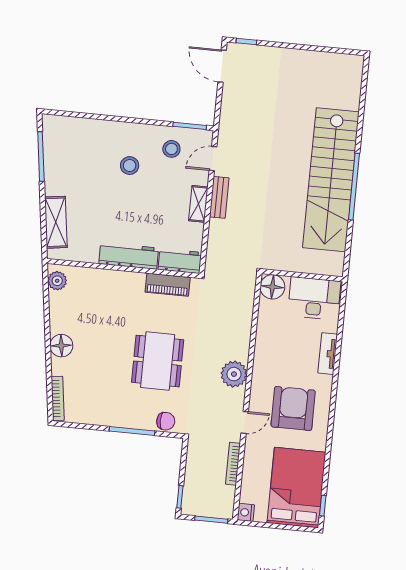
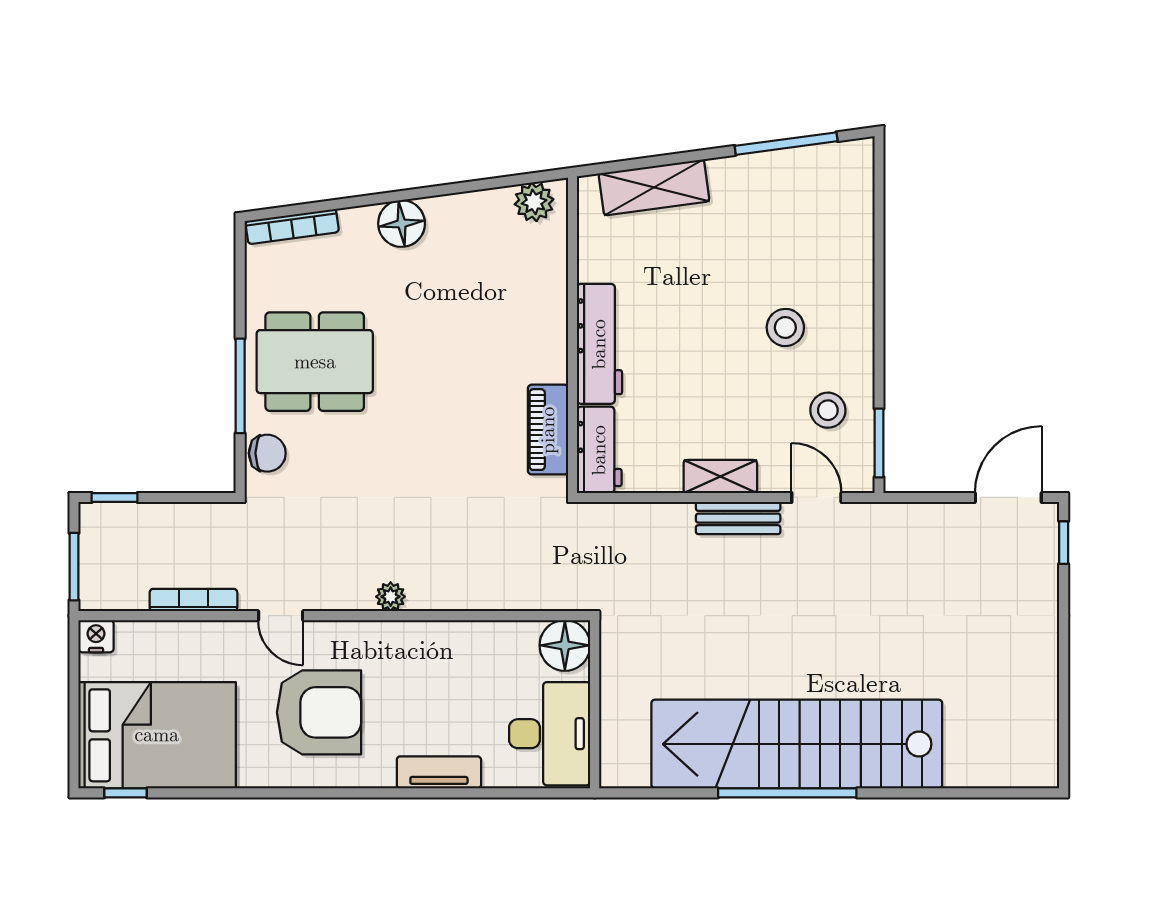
dining table: (158, 361) -> (315, 362), moved
plant: (234, 374) -> (391, 597), width x0.53, depth x0.53
chair: (166, 421) -> (267, 453), turned -90

